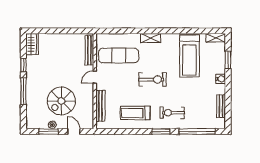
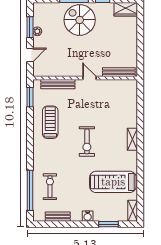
exercise mat: (119, 55) -> (113, 104), removed
spiral stairs: (61, 101) -> (80, 20), moved
exercise bike: (172, 113) -> (50, 187), moved
window: (161, 131) -> (30, 97), moved

